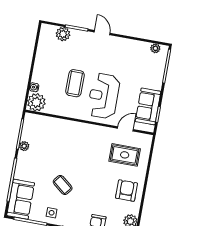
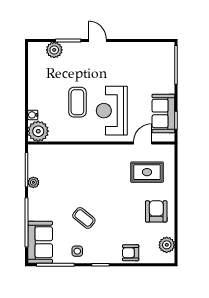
plant: (155, 48) -> (160, 47), removed

